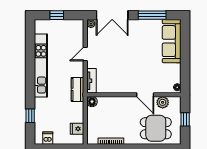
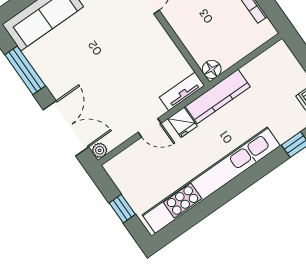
kitchen unit: (41, 65) -> (211, 180), width x1.36
kitchen counter: (77, 89) -> (218, 97), width x1.50
fridge: (77, 129) -> (183, 122), moved

